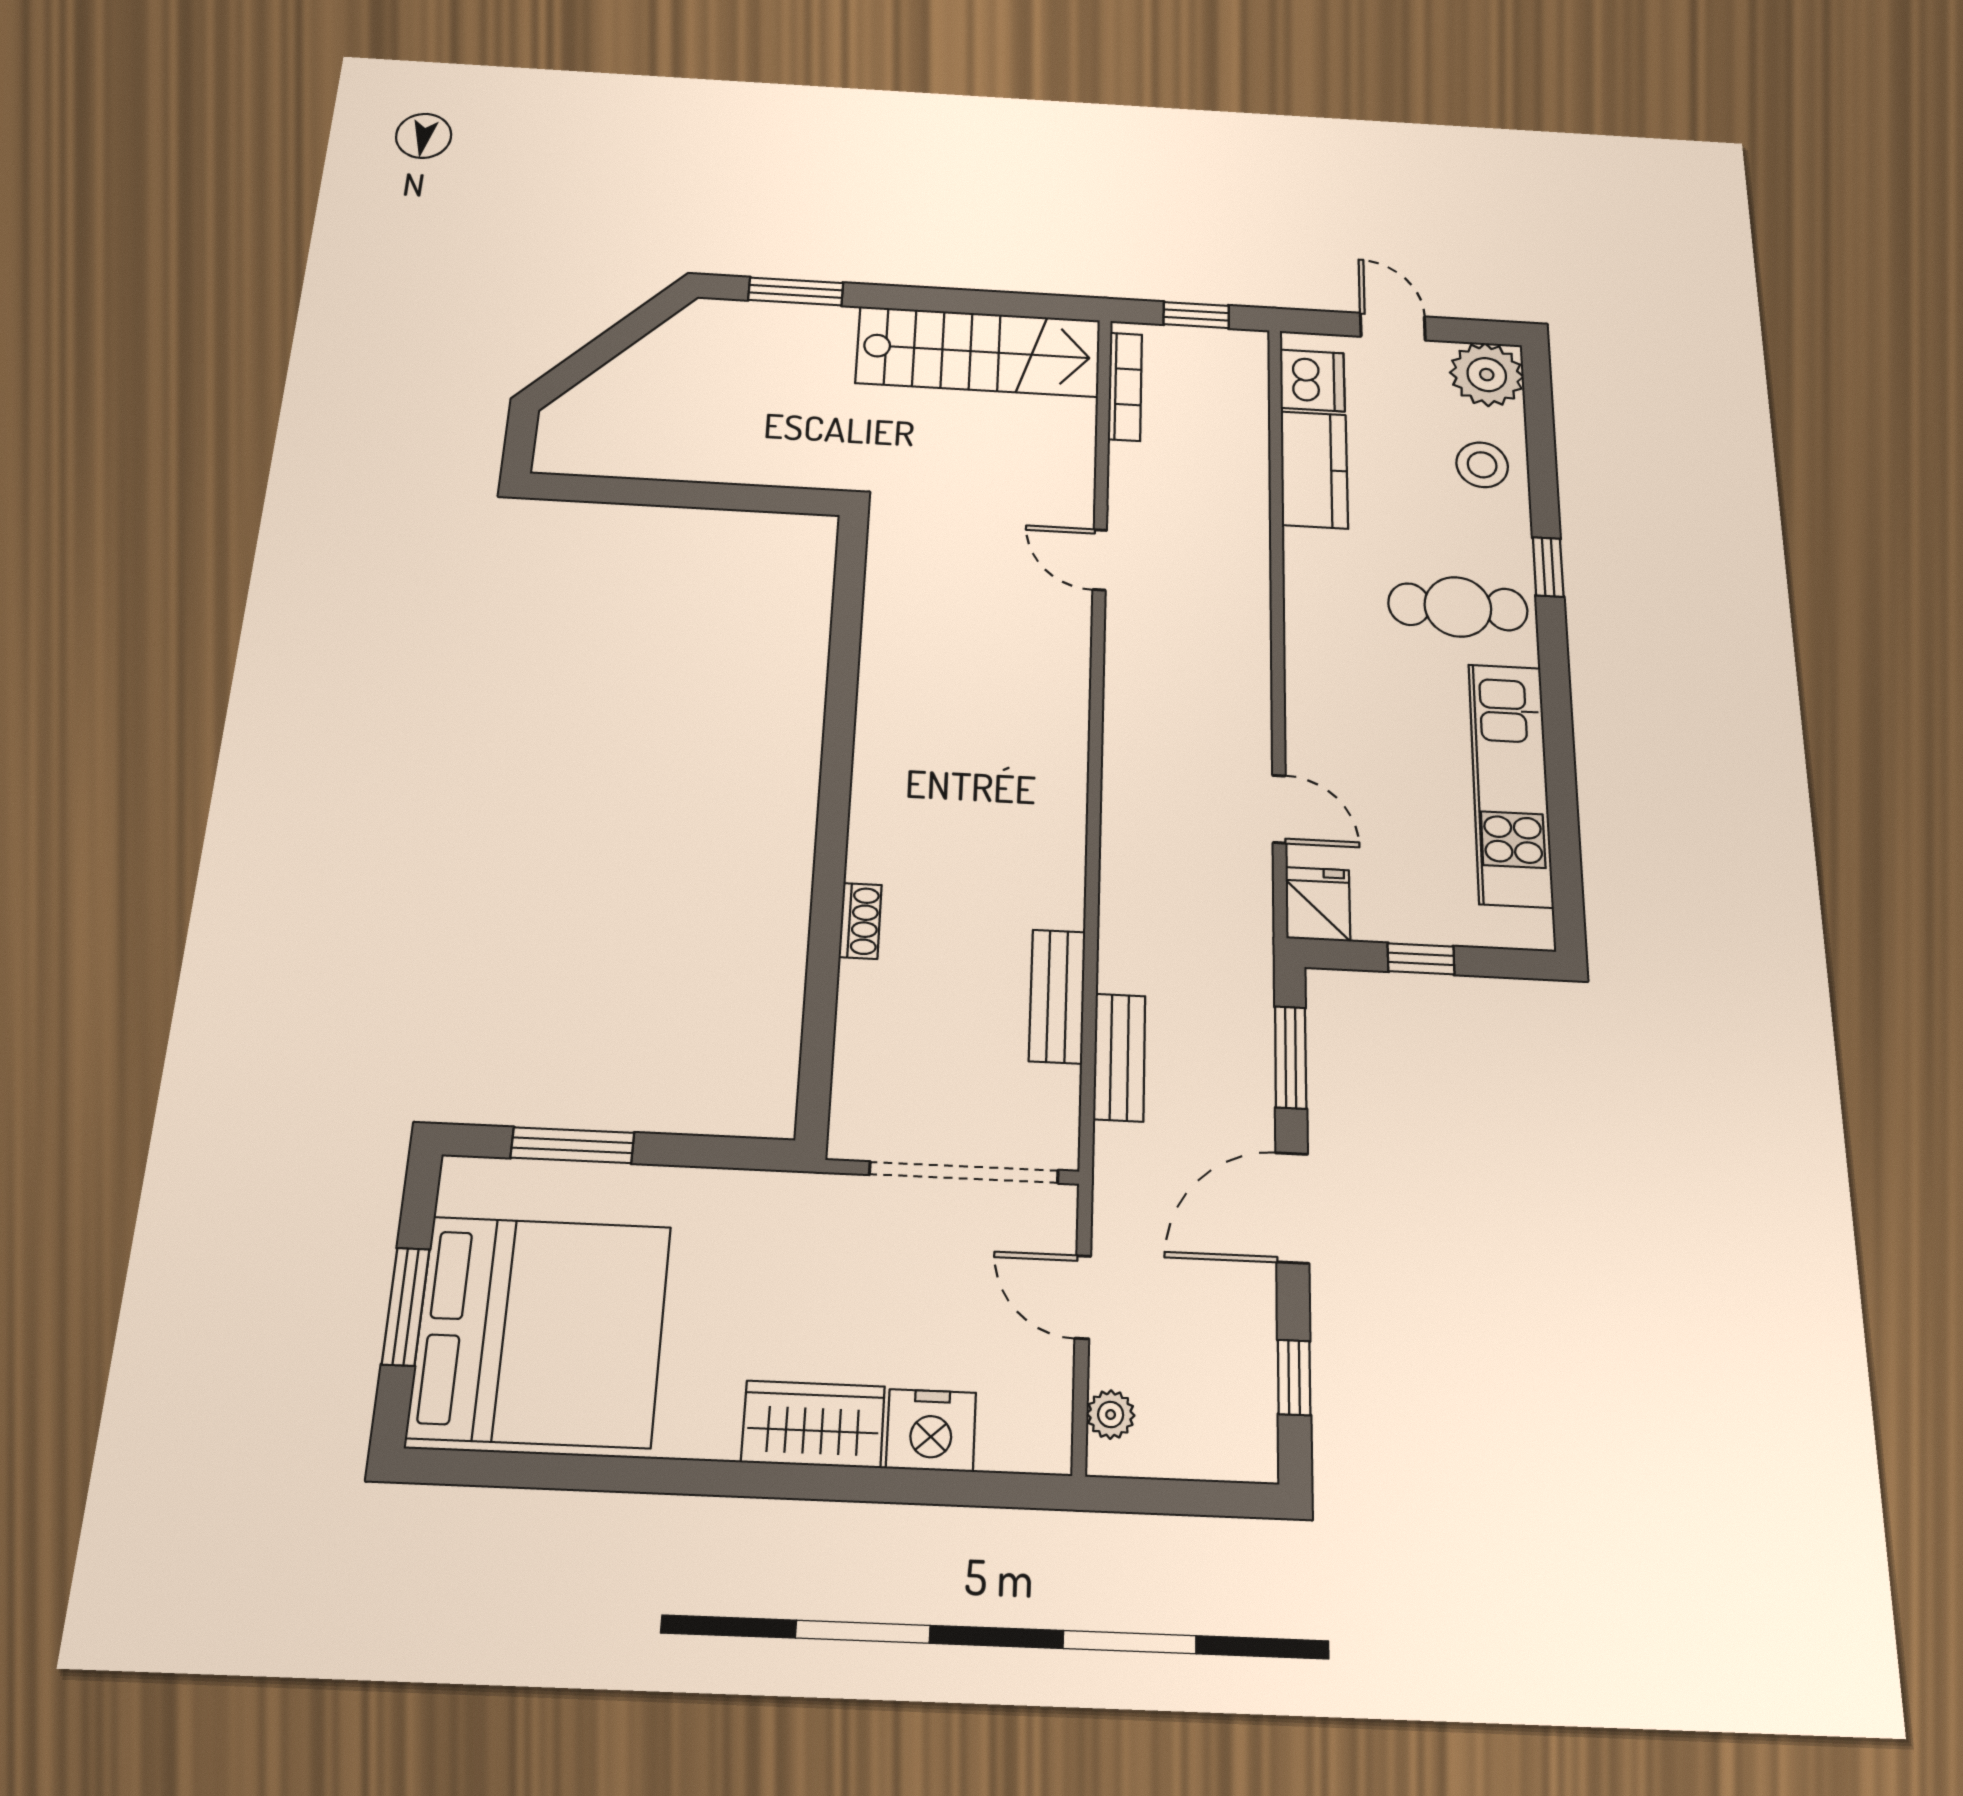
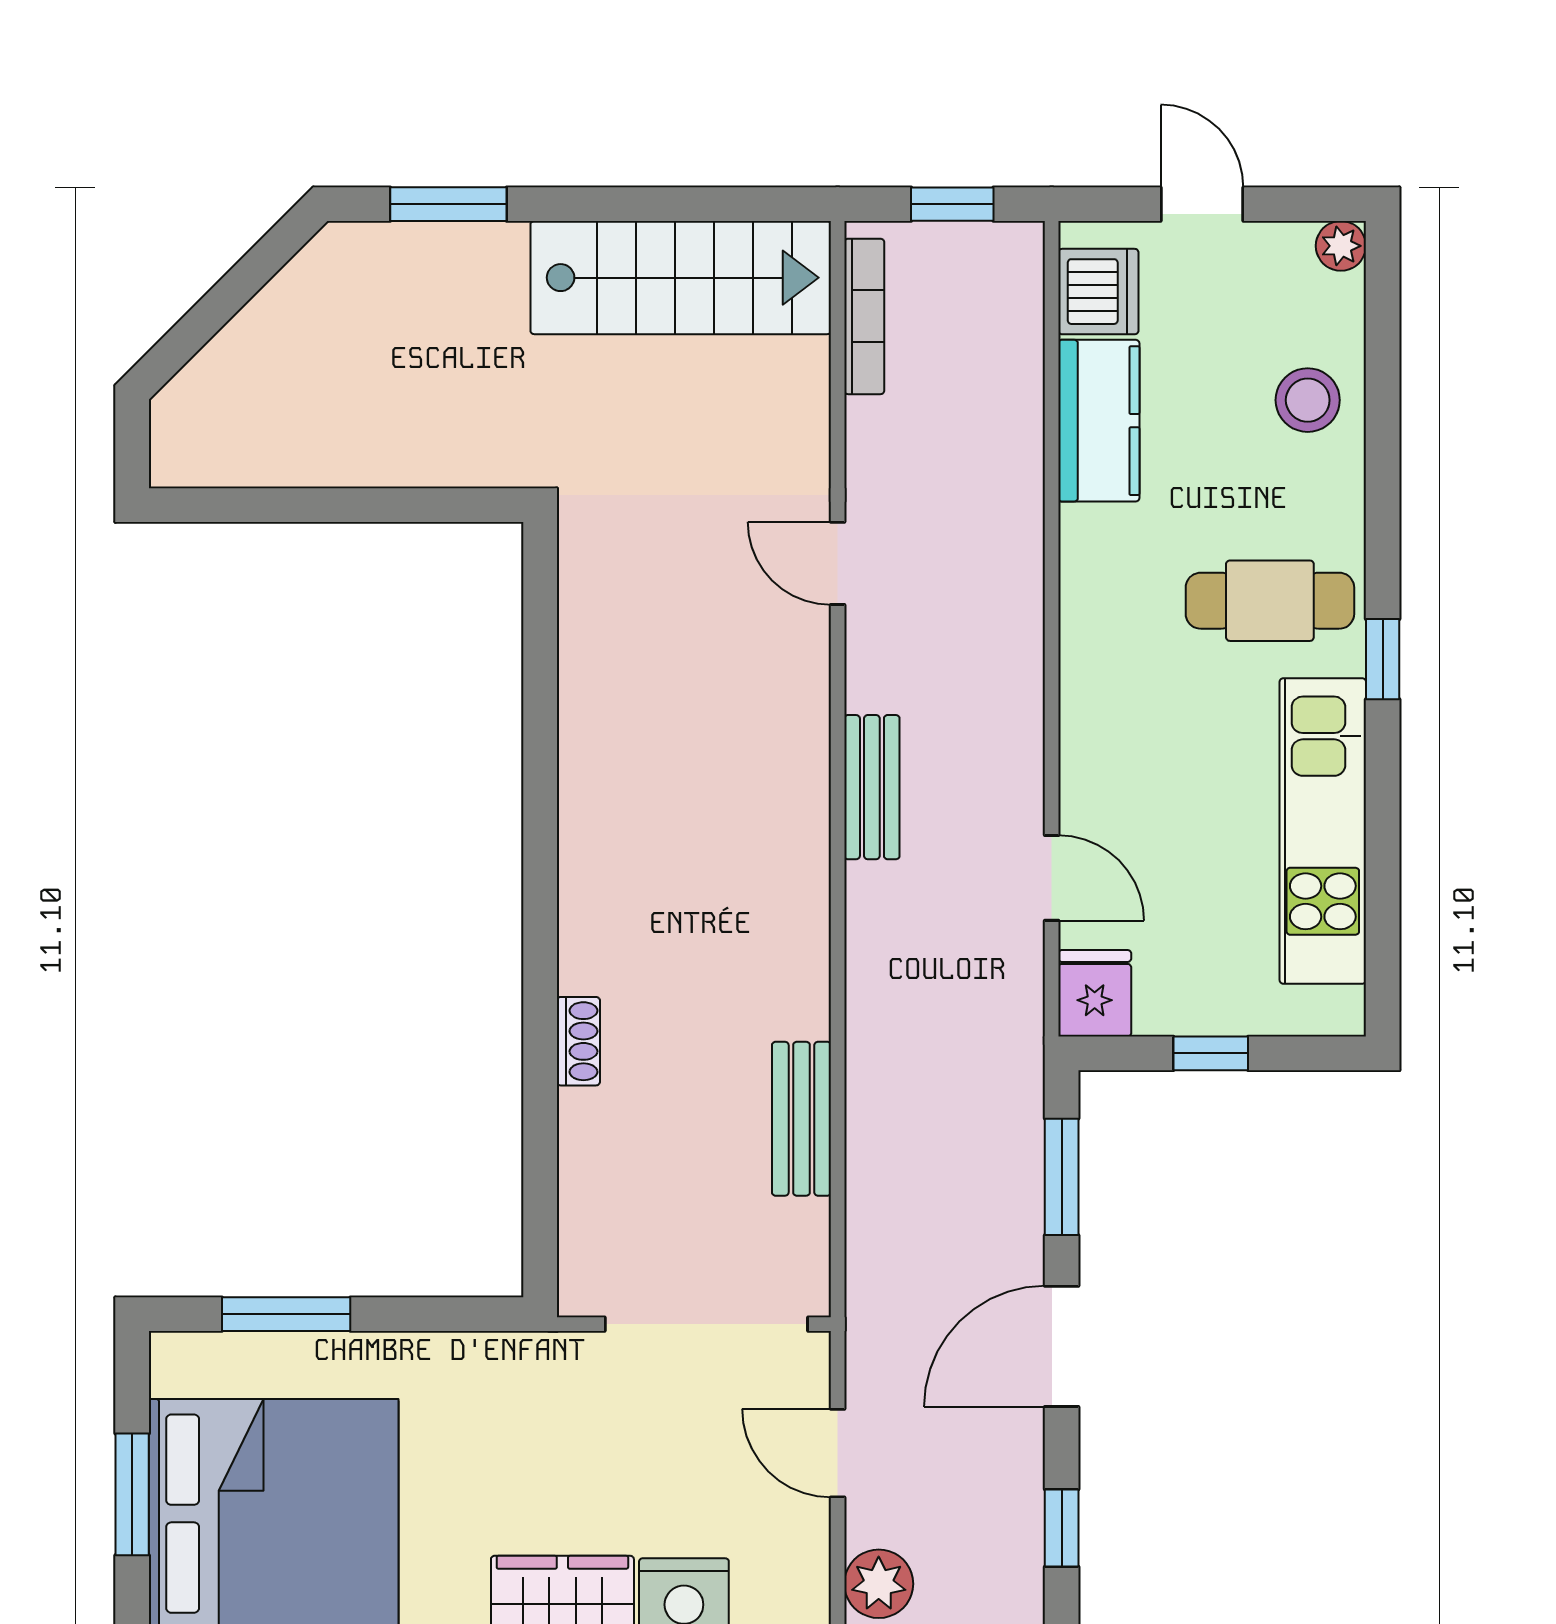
plant: (1487, 375) -> (1341, 246), width x0.53, depth x0.53
window: (1548, 567) -> (1383, 659), moved
bench: (1119, 1057) -> (872, 787), moved
plant: (1111, 1414) -> (879, 1584), width x1.38, depth x1.38

